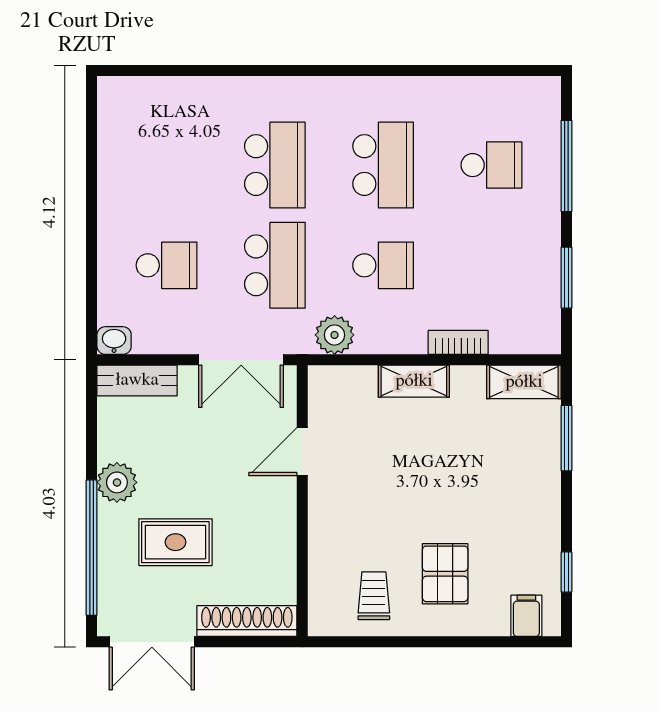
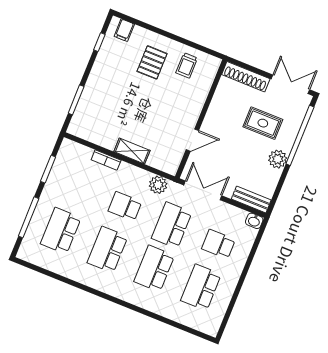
school desk: (167, 165) -> (201, 287), added
school desk: (491, 165) -> (61, 231), width x1.85
shelving: (524, 382) -> (85, 132), removed

